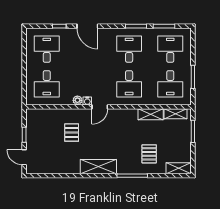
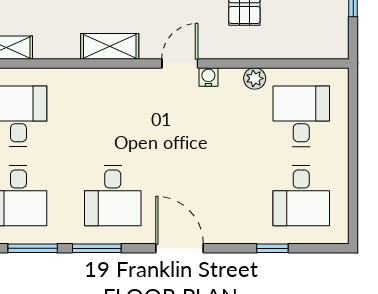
door: (87, 26) -> (180, 248), moved
desk: (129, 84) -> (113, 116), removed
plant: (77, 100) -> (255, 78), moved
shelving: (151, 114) -> (110, 46), moved

